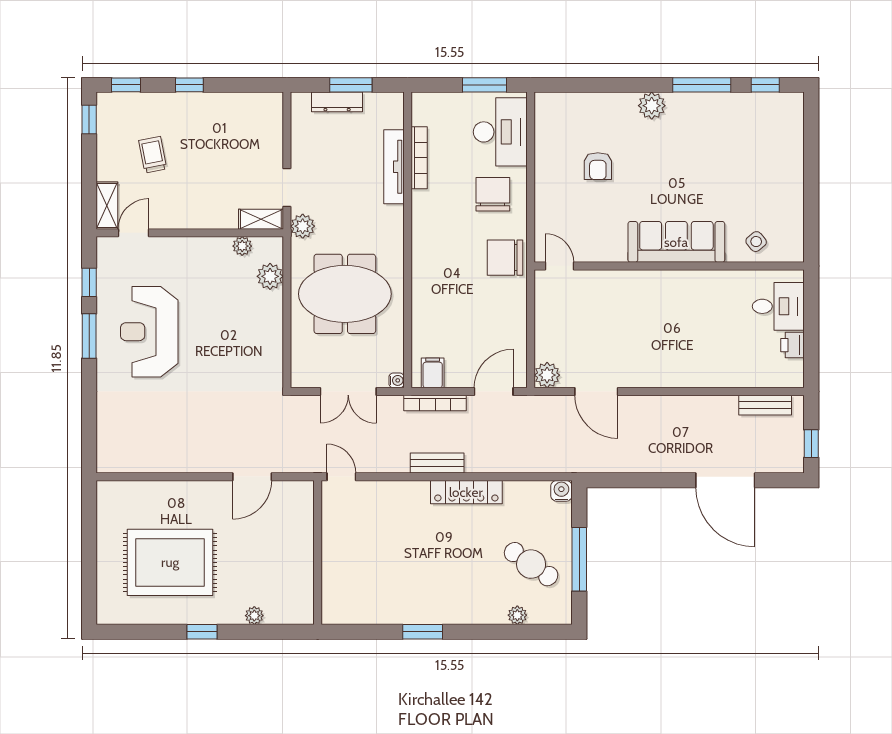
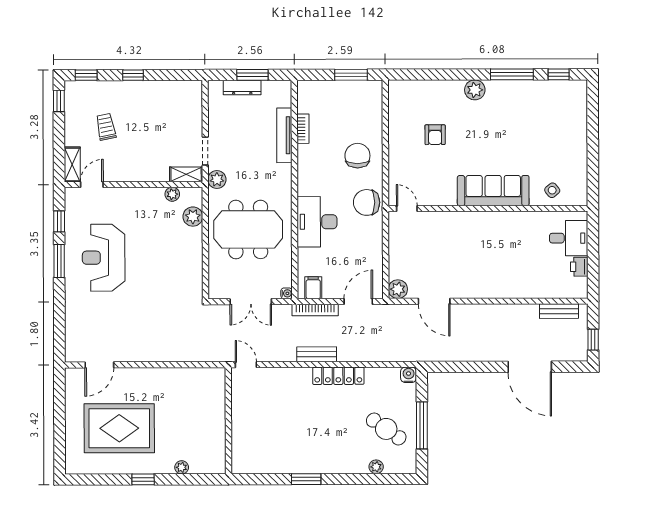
desk: (500, 132) -> (317, 222), moved, turned 180
bookcase: (419, 158) -> (303, 129), width x0.64
door: (252, 477) -> (99, 365), moved

